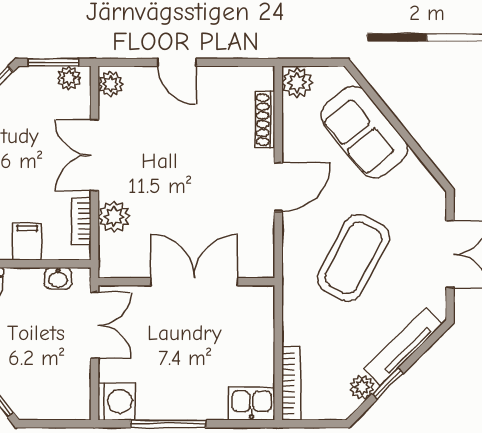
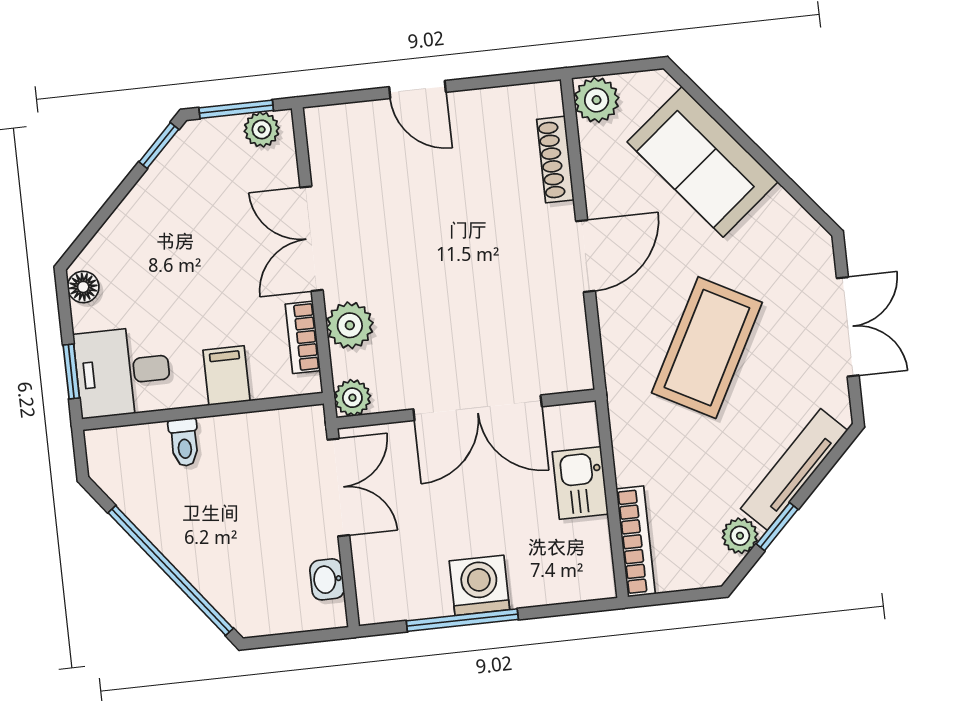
plant: (111, 84) -> (352, 398), moved
washbasin: (58, 278) -> (327, 579), moved, turned 90
double door: (194, 282) -> (478, 408), swing flipped
washing machine: (117, 402) -> (479, 585), moved, turned -90
kitchen sink: (252, 404) -> (580, 483), moved, turned -90

